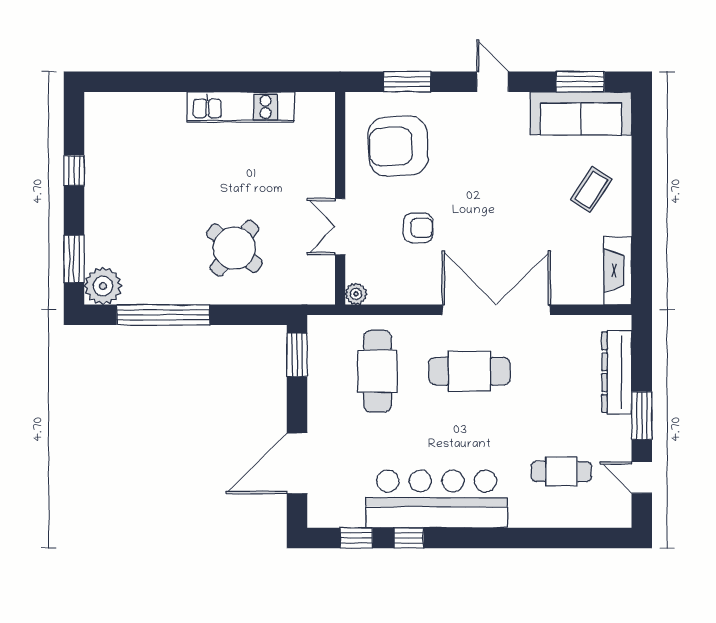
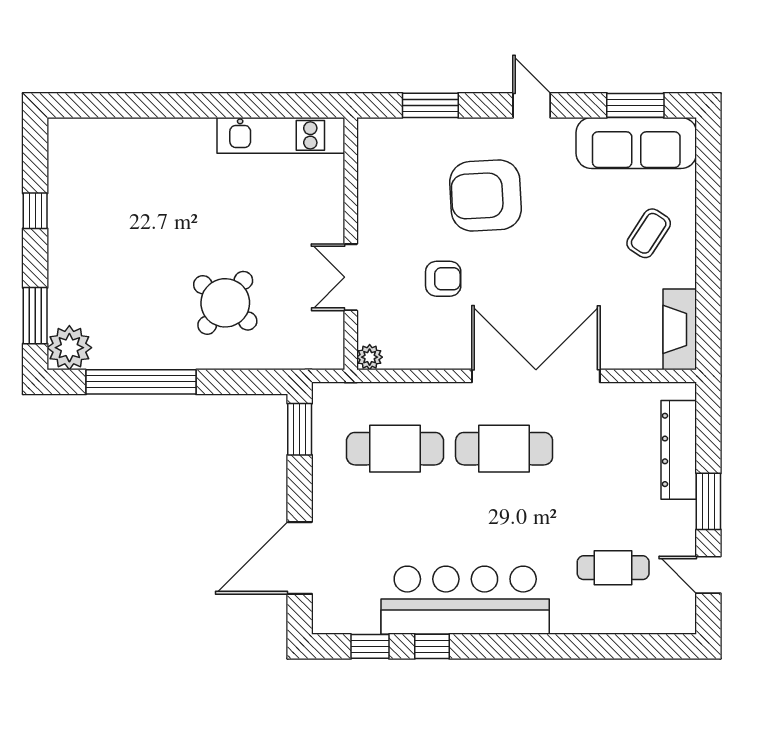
kitchen unit: (241, 107) -> (281, 135), moved
armchair: (398, 146) -> (486, 196), moved
cafe table: (377, 371) -> (395, 449), turned 90

